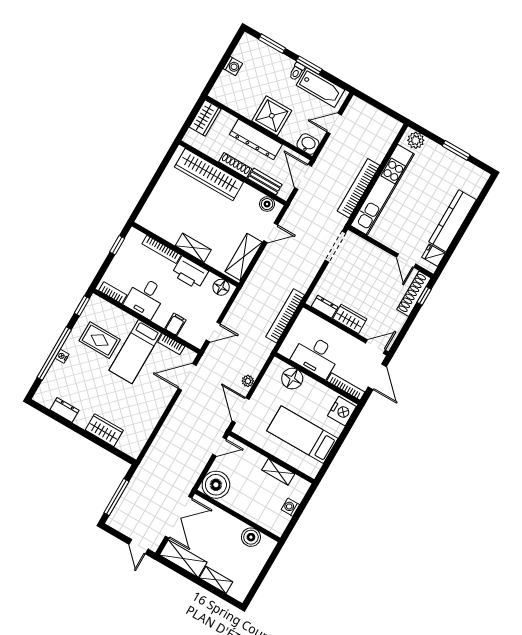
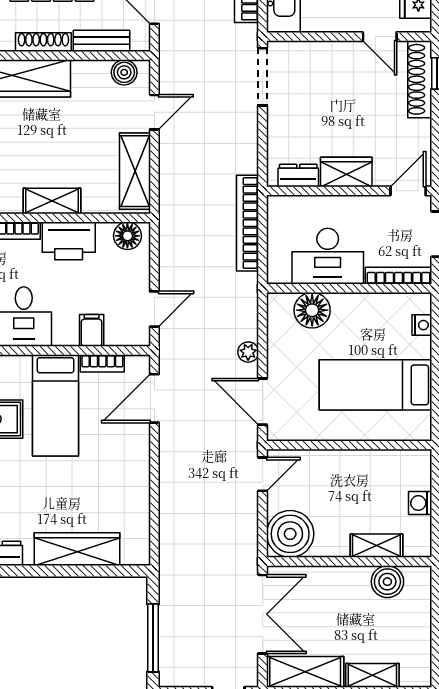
nightstand: (342, 411) -> (422, 325), width x0.53, depth x0.56
wardrobe: (104, 430) -> (77, 549), width x1.50
shelving: (278, 472) -> (376, 546), moved

